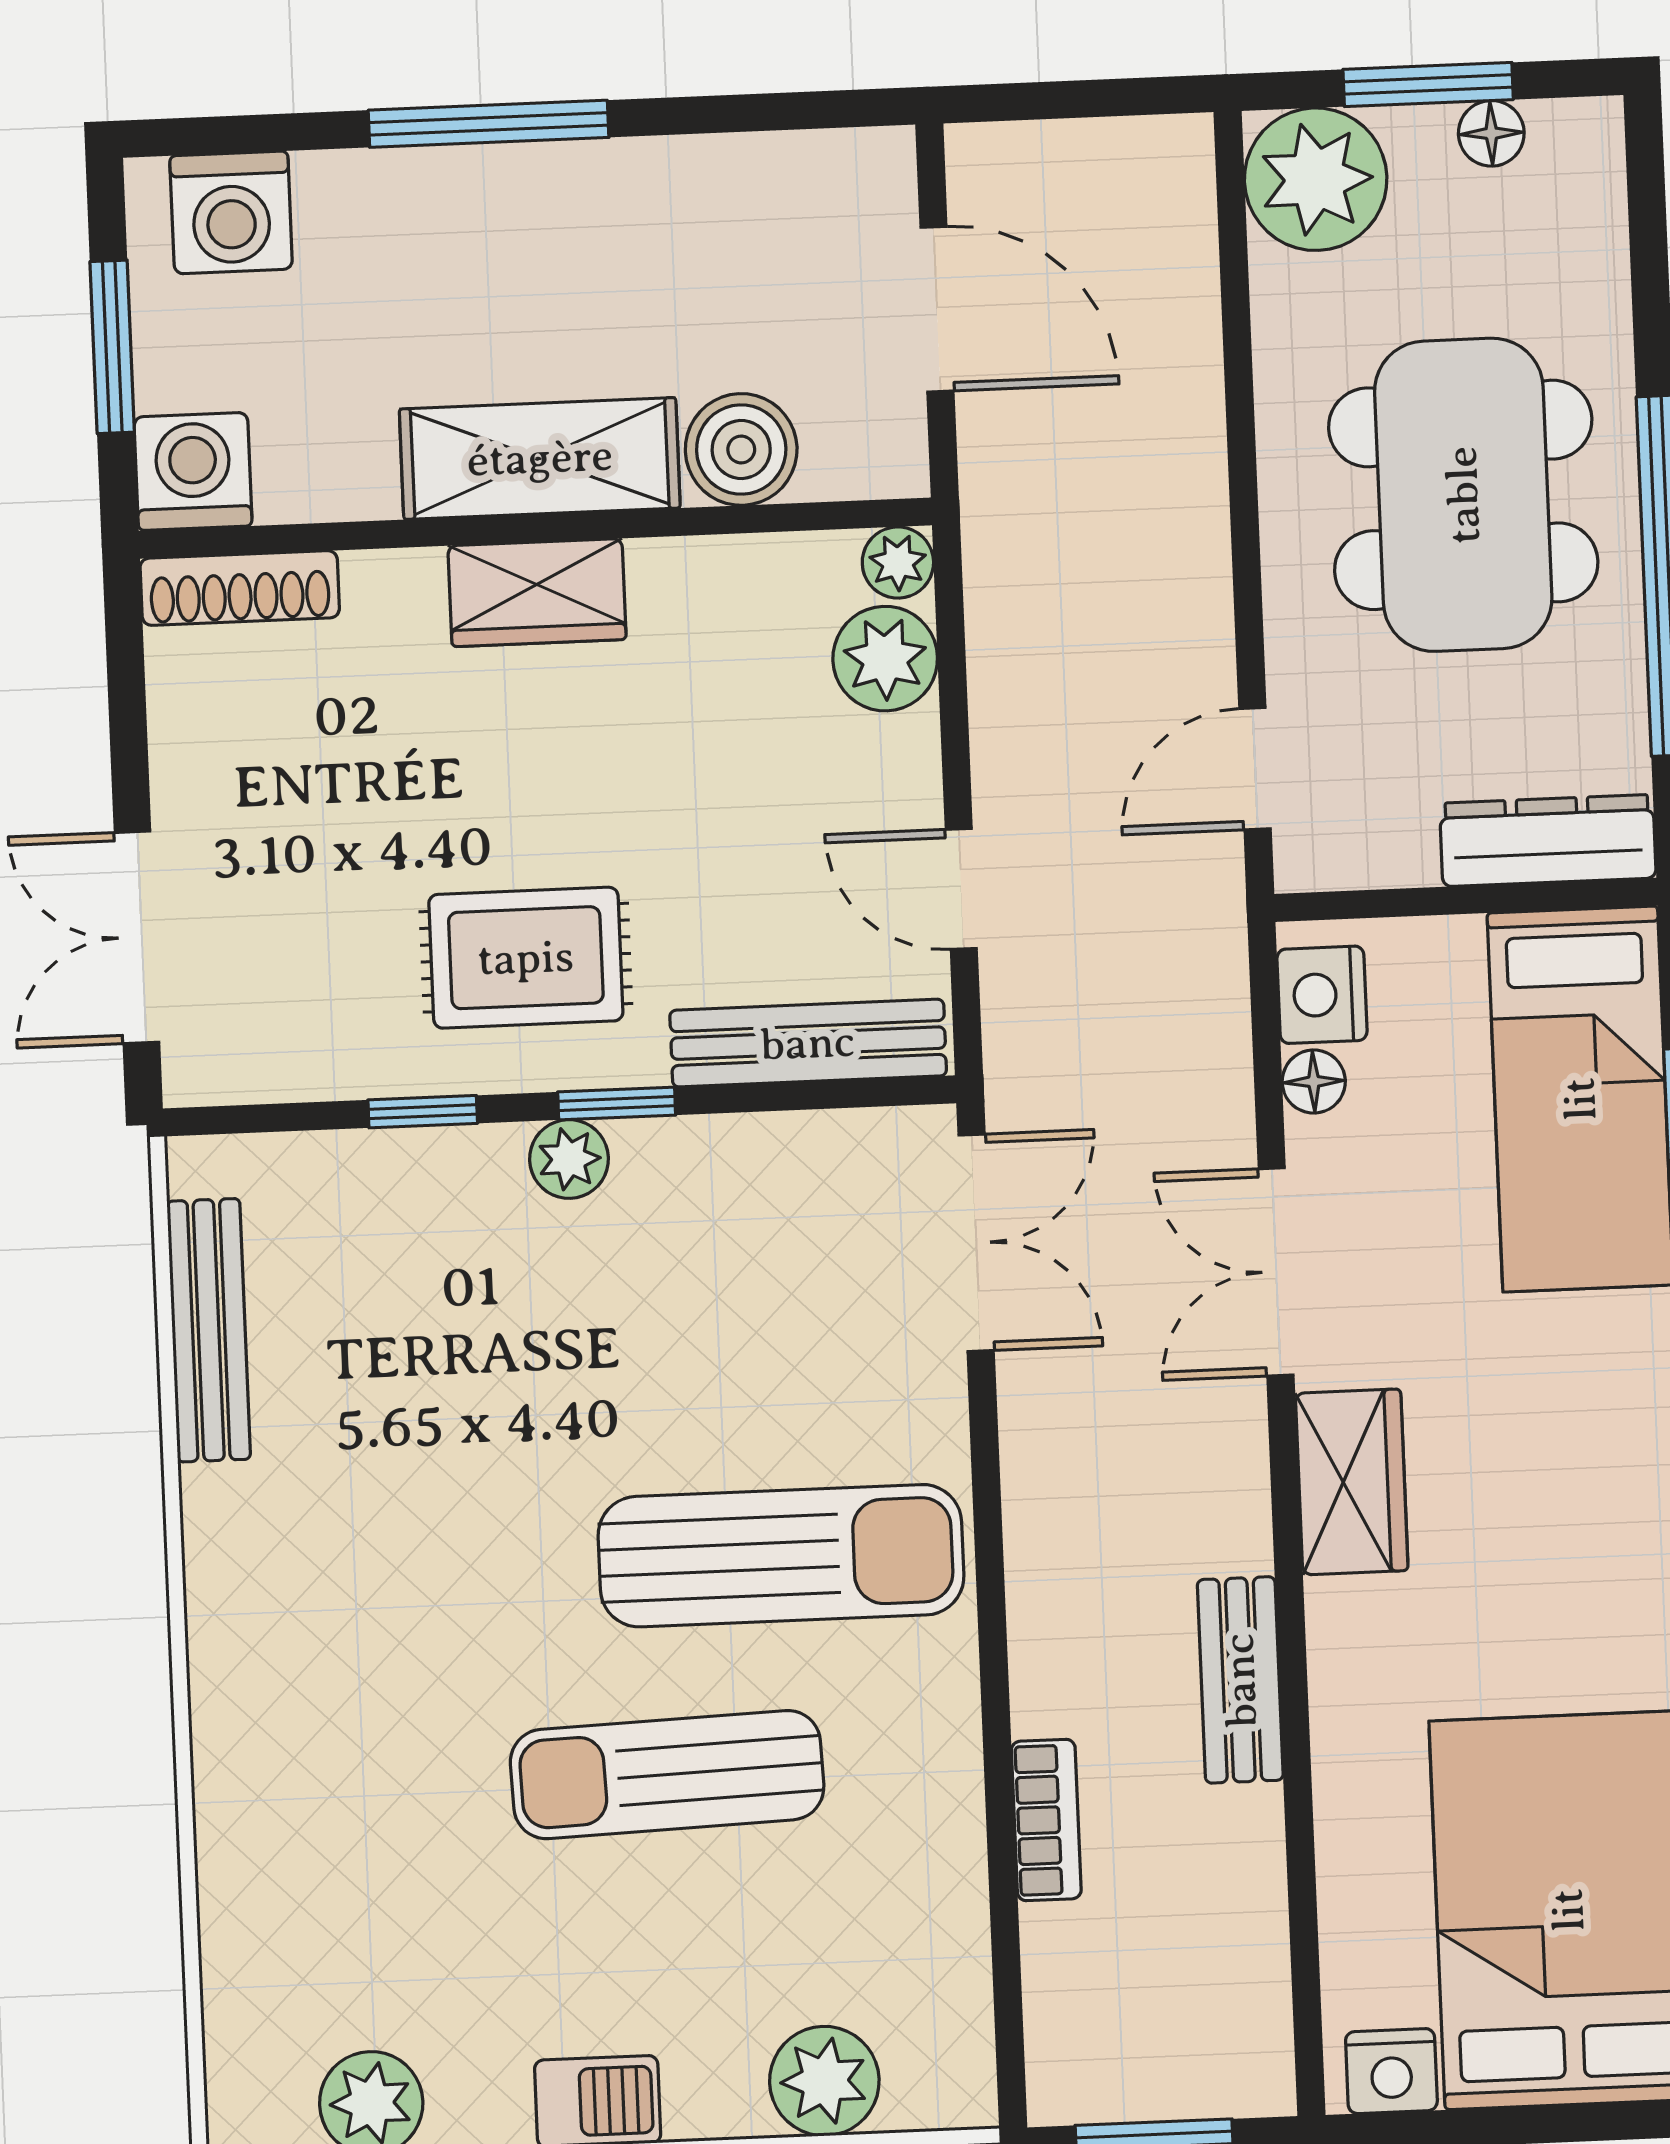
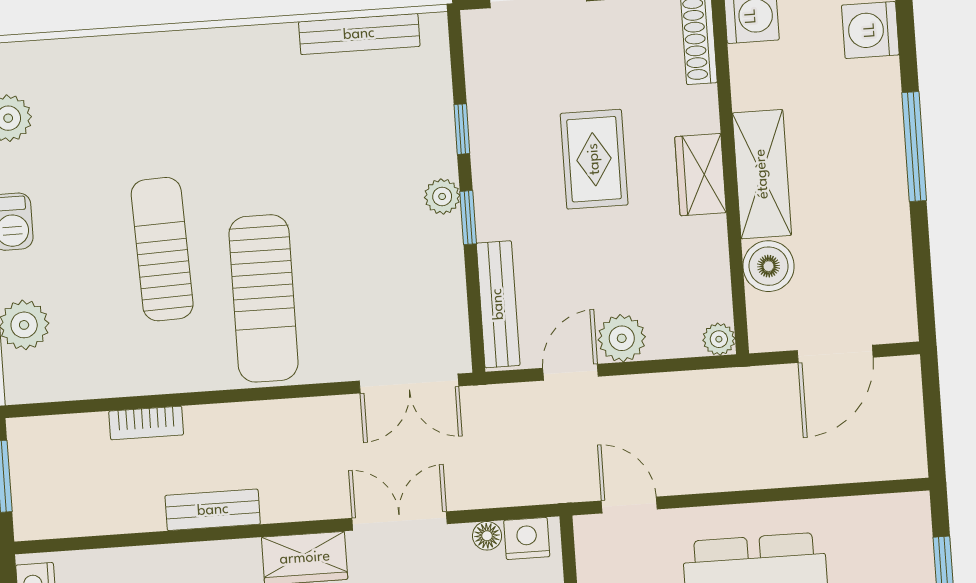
plant: (1316, 179) -> (899, 525), removed
plant: (885, 659) -> (622, 338), moved
rug: (526, 958) -> (594, 159), moved

